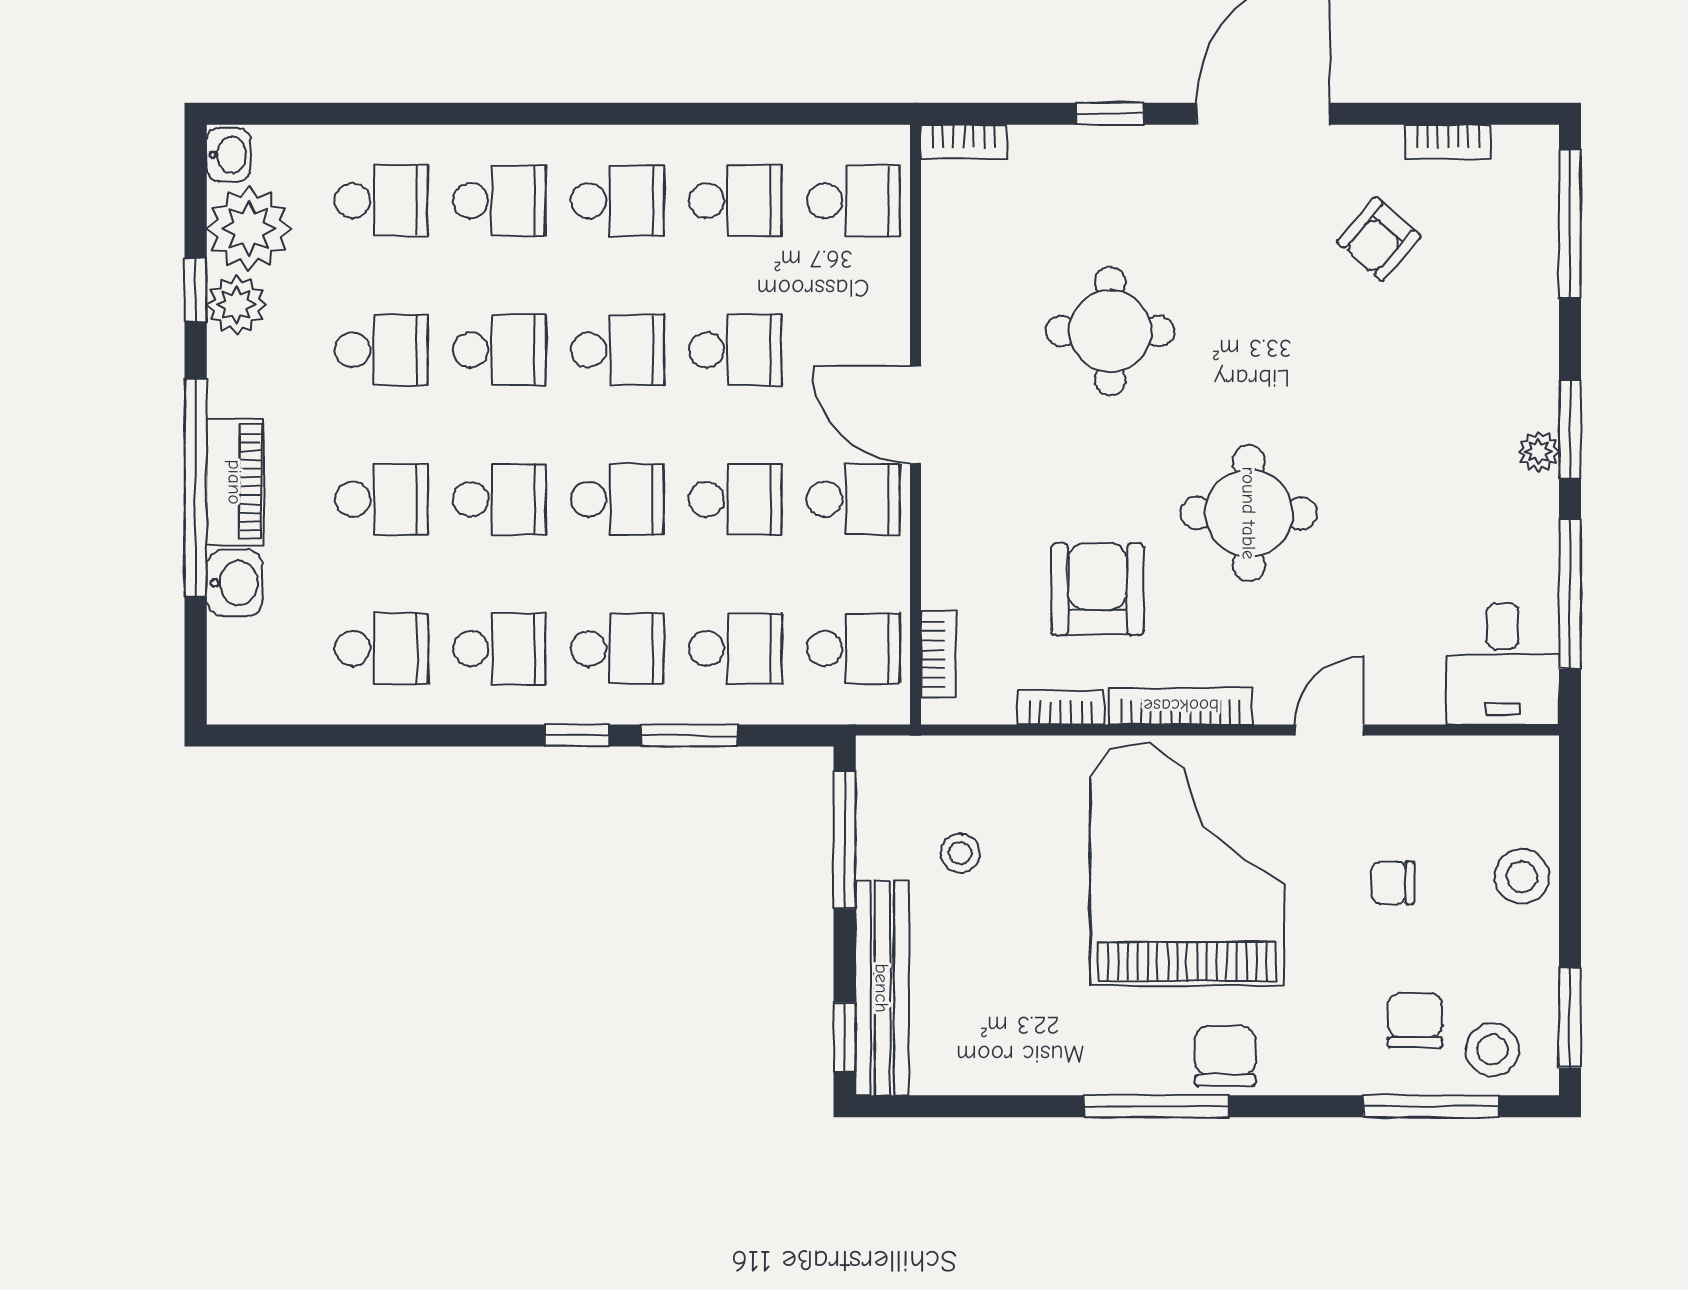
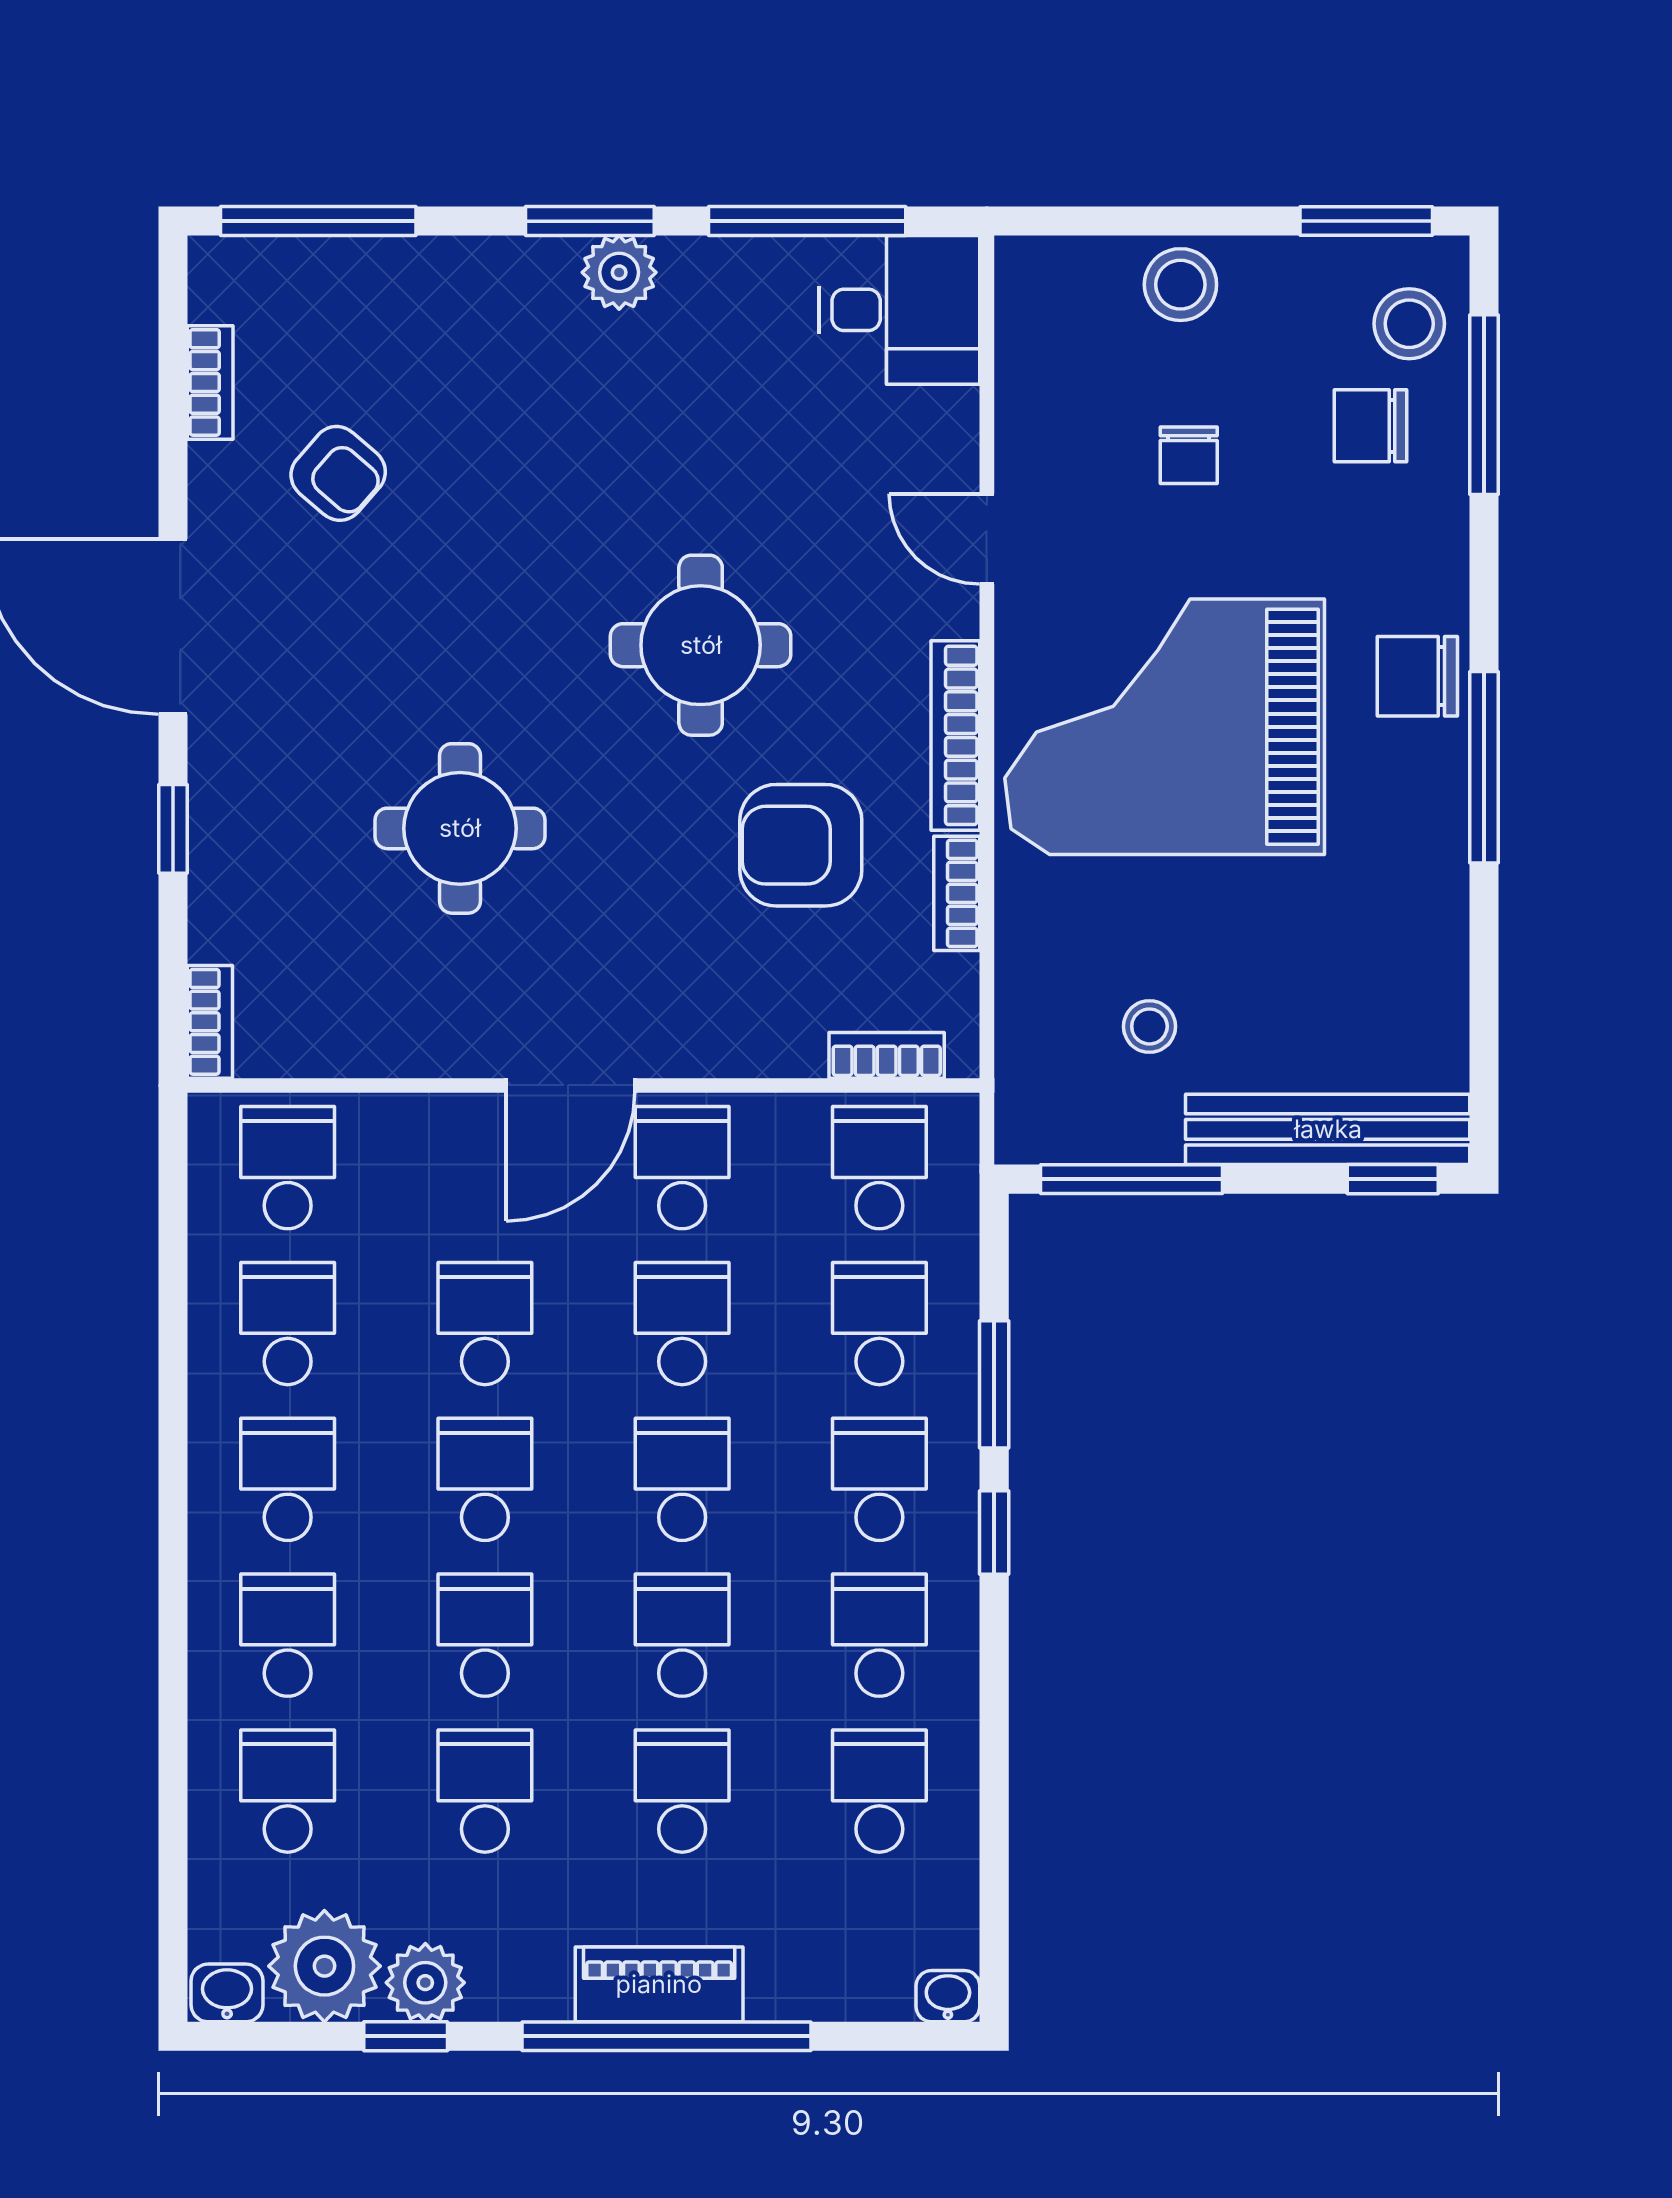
plant: (1539, 452) -> (619, 272), width x1.38, depth x1.38
washbasin: (235, 583) -> (948, 1996), moved, width x0.72, depth x0.69

